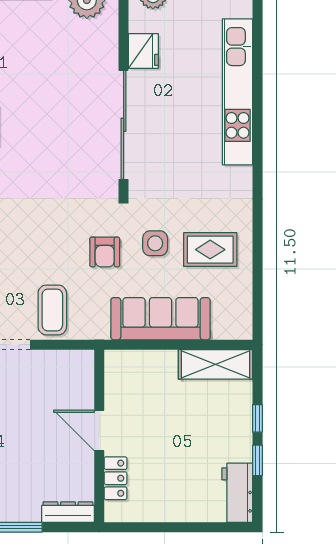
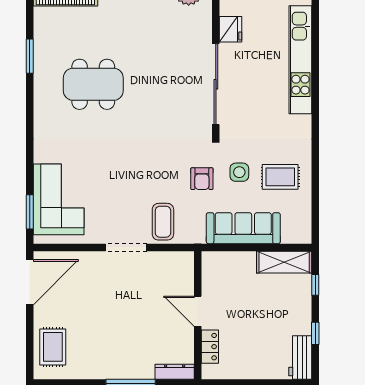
window: (257, 418) -> (315, 285), moved

